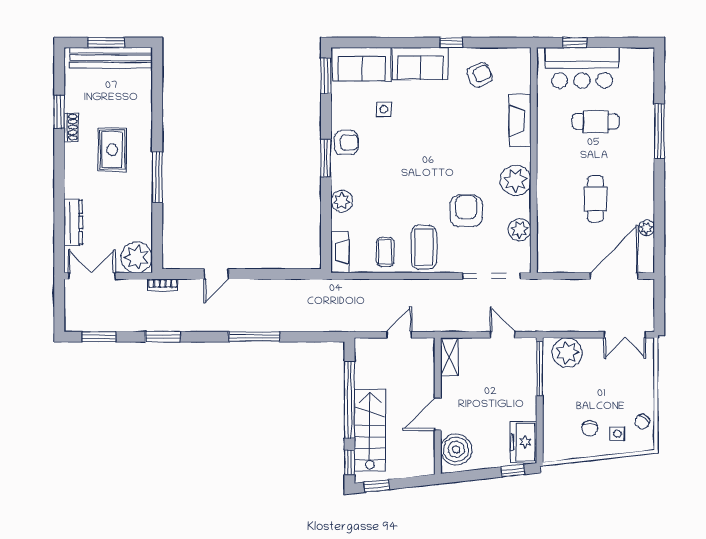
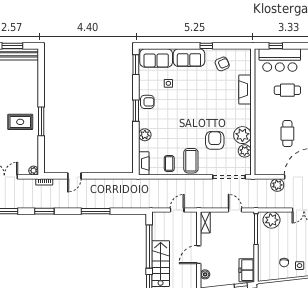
rug: (112, 150) -> (20, 122), moved, turned 90
plant: (516, 180) -> (242, 135), moved
plant: (136, 257) -> (34, 171), width x0.53, depth x0.53
plant: (578, 290) -> (277, 185), added
boiler: (456, 449) -> (205, 274), width x0.54, depth x0.54

